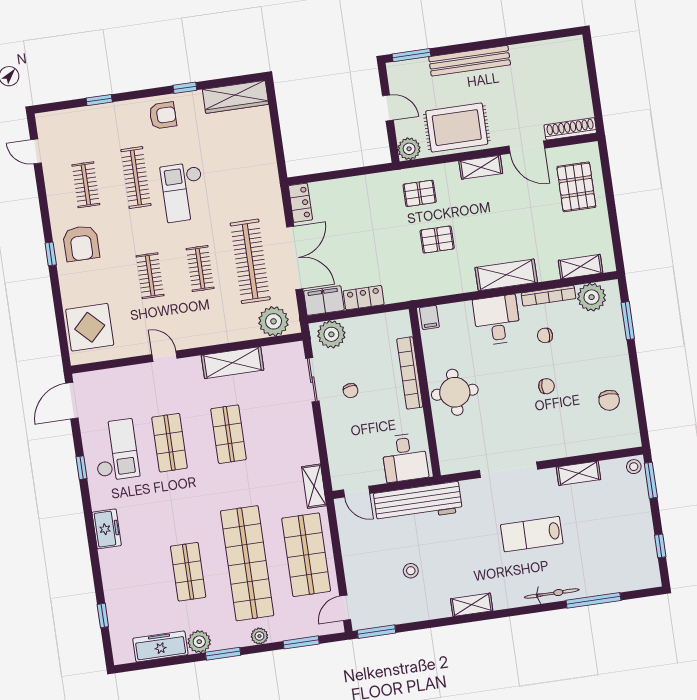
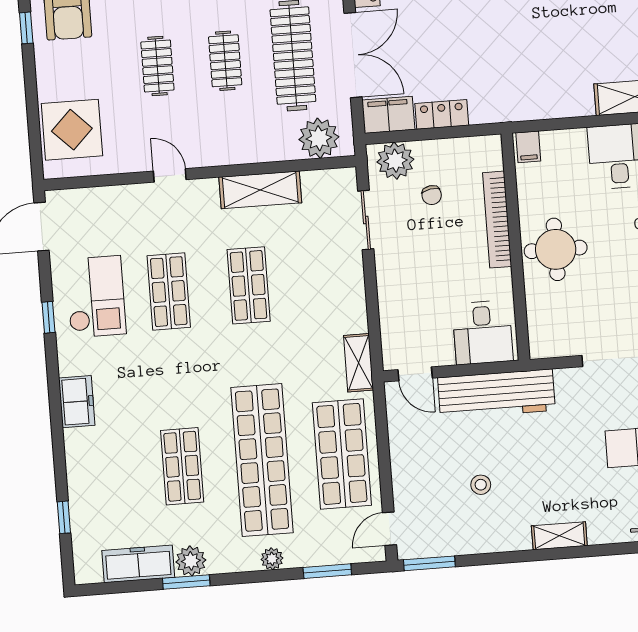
pallet: (437, 240) -> (546, 43), removed
chair: (351, 391) -> (432, 195), moved
window: (223, 654) -> (186, 582), moved

